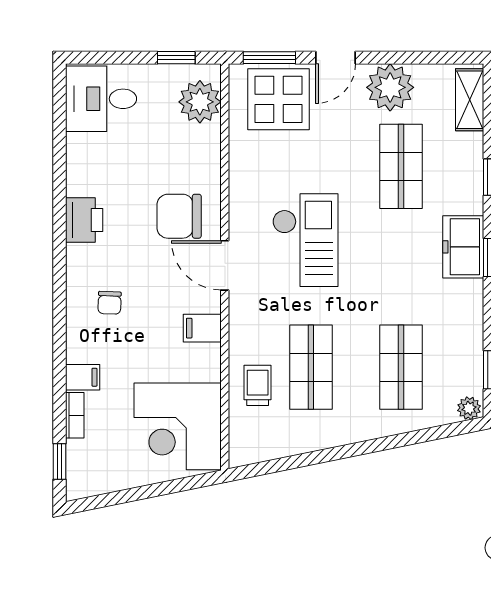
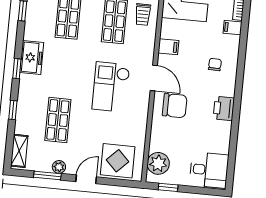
window: (269, 58) -> (47, 176), moved
plant: (390, 87) -> (59, 167), width x0.53, depth x0.53
freezer: (463, 247) -> (32, 57), moved

